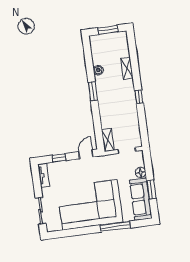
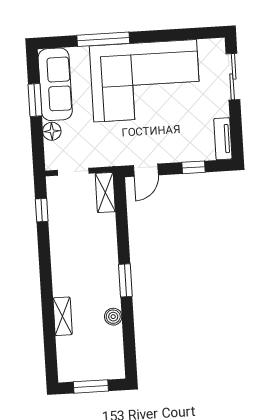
window: (139, 97) -> (42, 210), moved

